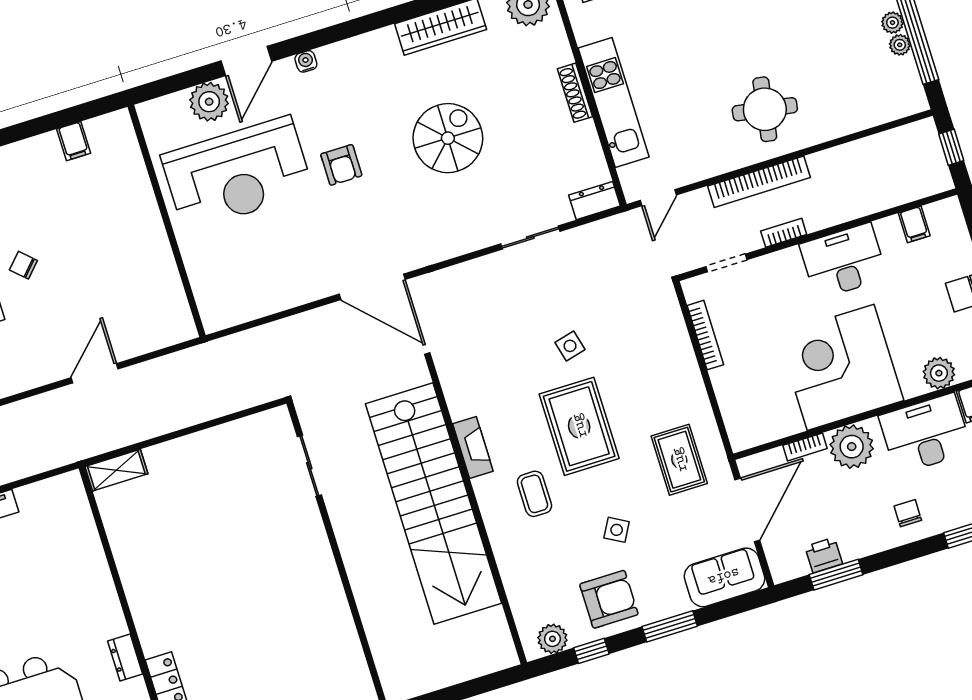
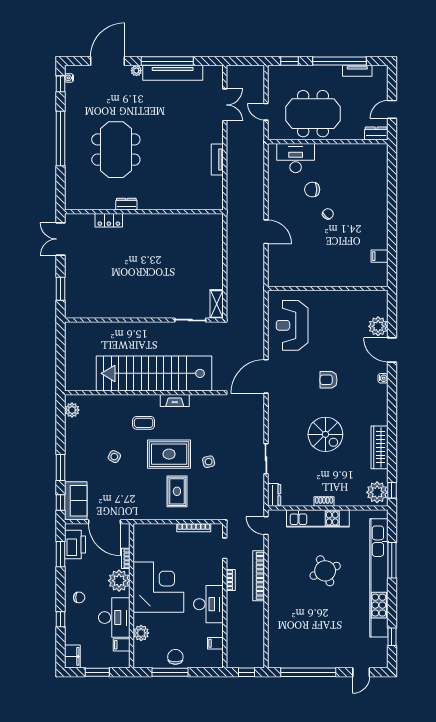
plant: (892, 23) -> (315, 663), removed
plant: (900, 45) -> (303, 663), removed
shoe rack: (575, 93) -> (324, 502), width x0.70
round table: (765, 109) -> (325, 571), moved, turned -32
reception desk: (237, 174) -> (292, 325), moved, width x0.74, depth x0.77
rug: (679, 460) -> (177, 491), moved, turned 90
shelving: (116, 470) -> (217, 304), moved
printer: (824, 555) -> (75, 545), width x1.87, depth x1.48
armchair: (609, 599) -> (82, 443), removed
window: (591, 651) -> (61, 502), moved

